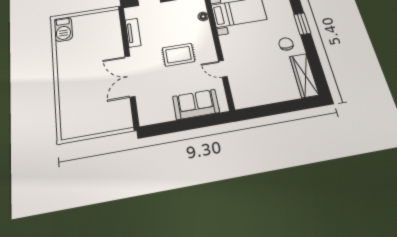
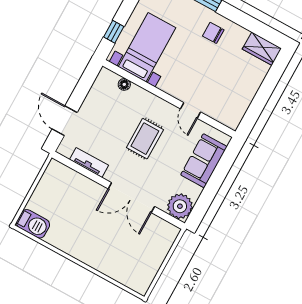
door: (223, 69) -> (190, 110), hinge flipped
wardrobe: (304, 75) -> (262, 49), width x0.67
plant: (150, 113) -> (180, 206), added

